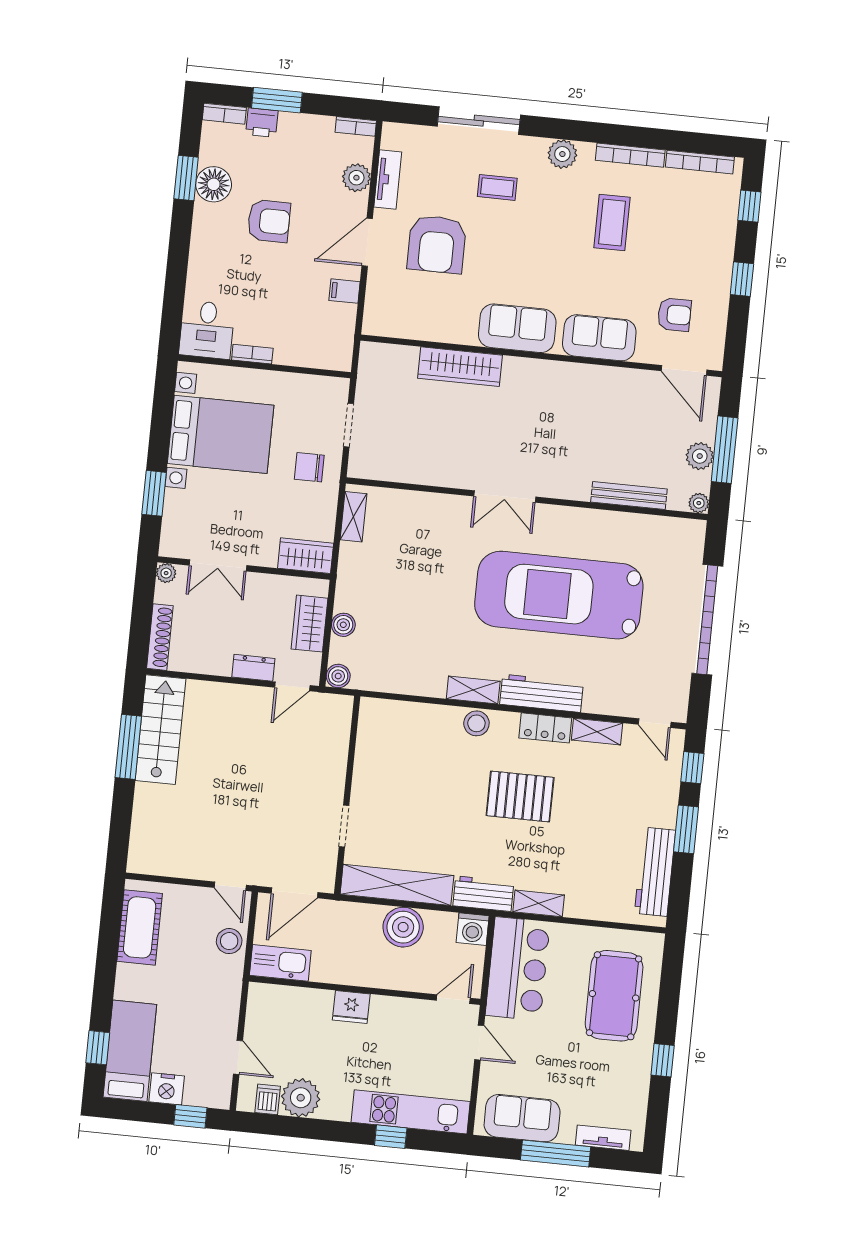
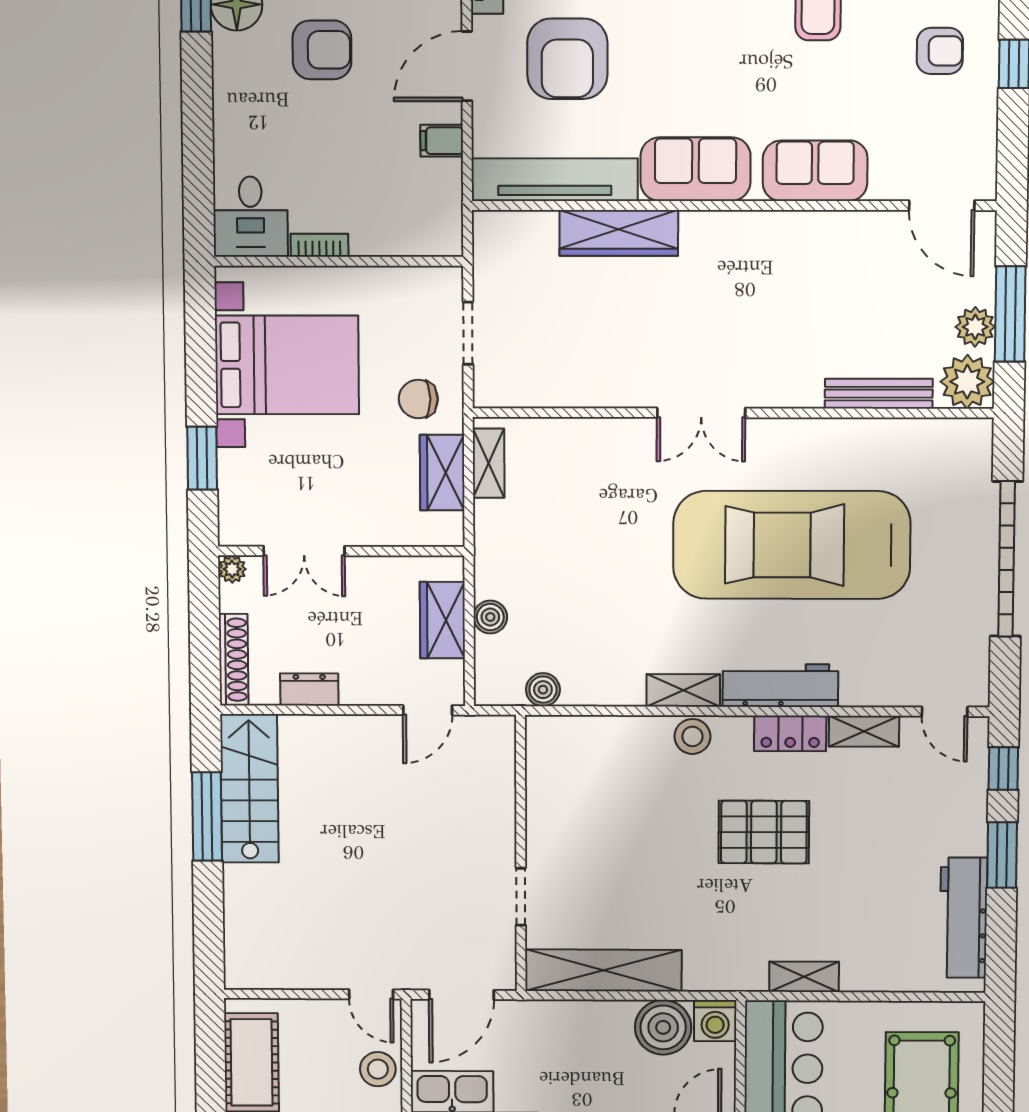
armchair: (674, 315) -> (940, 51), moved
tv unit: (420, 326) -> (555, 180), added
plant: (699, 503) -> (967, 382), width x1.88, depth x1.88
wardrobe: (306, 556) -> (442, 473), moved, turned -90
dresser: (253, 668) -> (309, 689), moved
boiler: (338, 676) -> (543, 690), moved
workbench: (483, 894) -> (725, 971), removed
boiler: (403, 927) -> (663, 1027), moved

